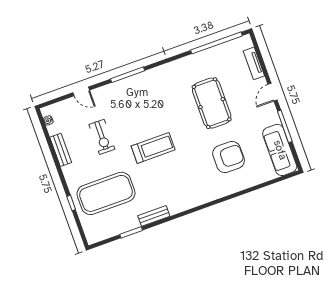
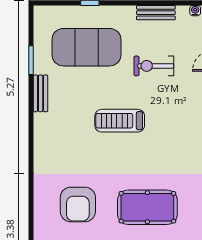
treadmill: (153, 148) -> (120, 121), turned 90
exercise mat: (106, 193) -> (87, 47), turned 90

